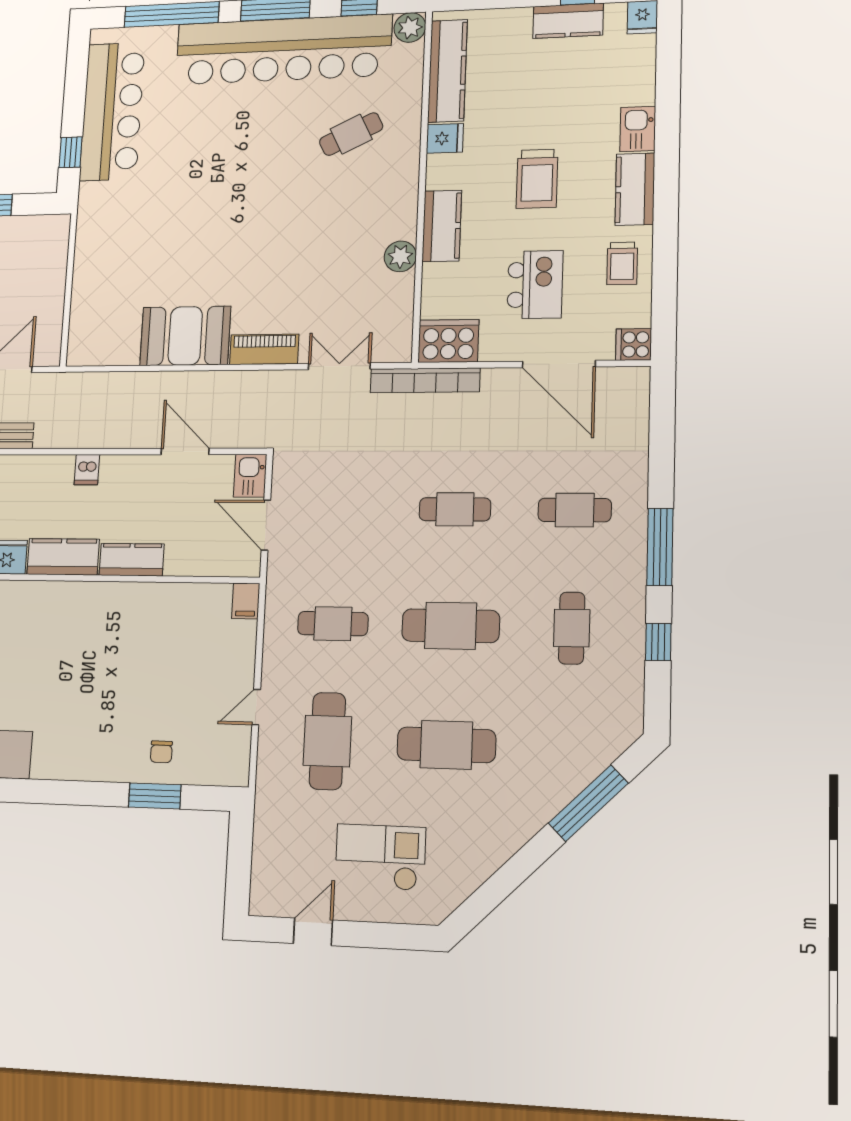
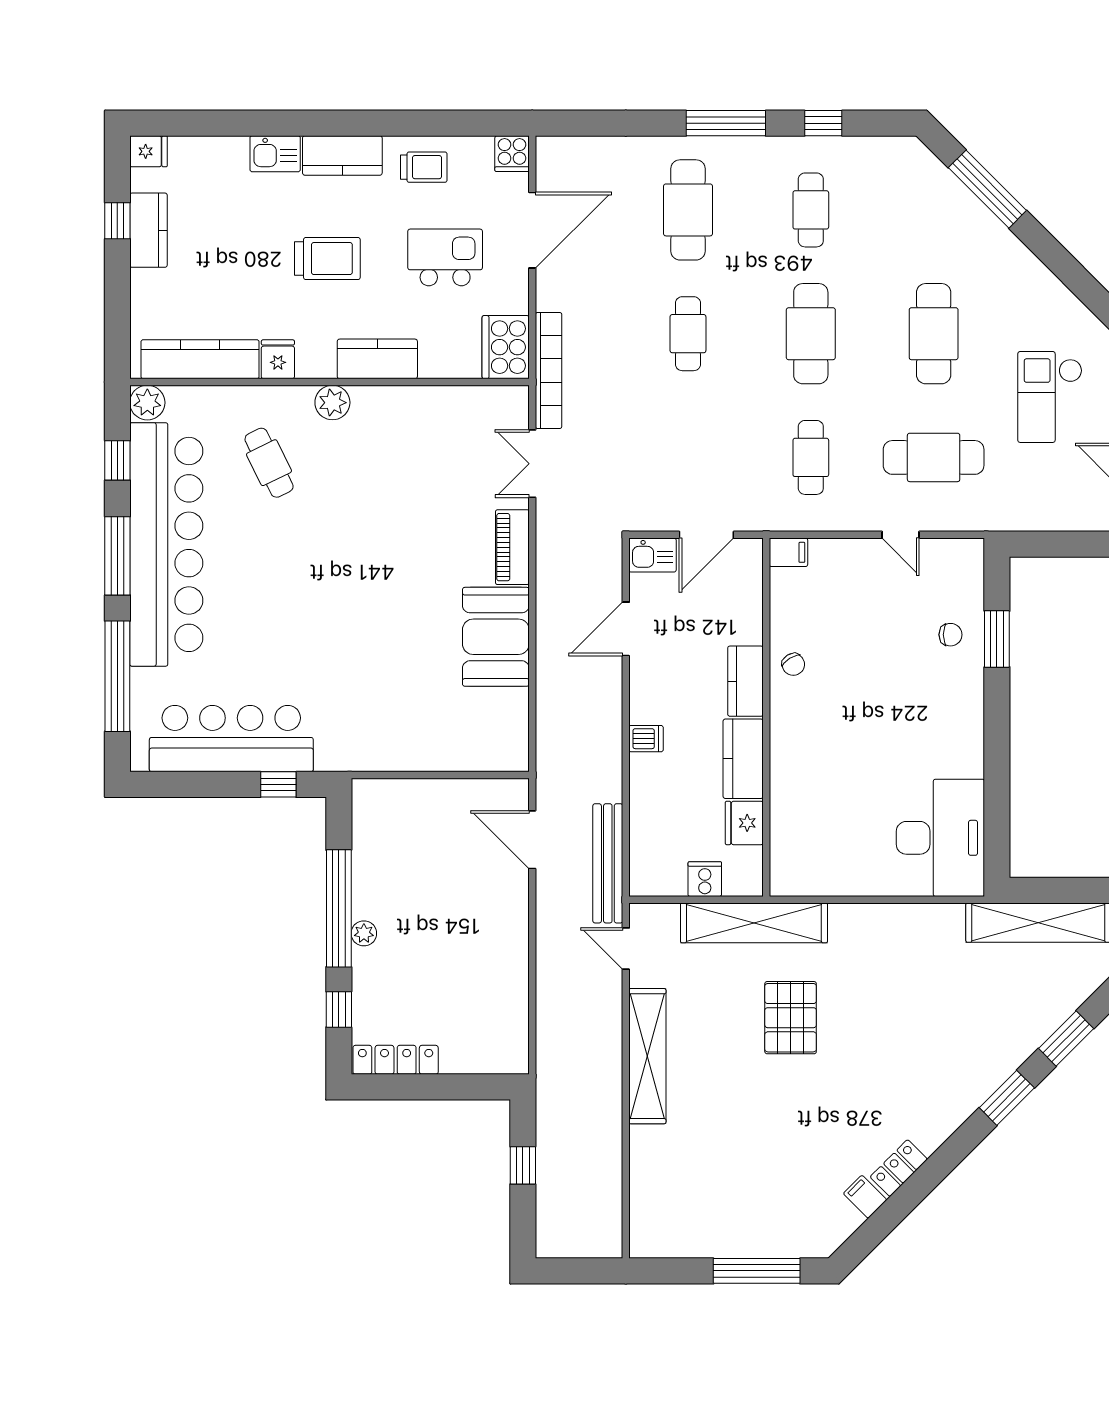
plant: (400, 256) -> (332, 403), moved
cafe table: (575, 510) -> (688, 210), width x1.37, depth x1.35
chair: (144, 604) -> (793, 664), added
cafe table: (572, 628) -> (811, 210), turned 90

